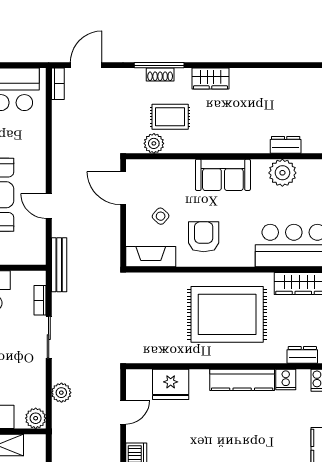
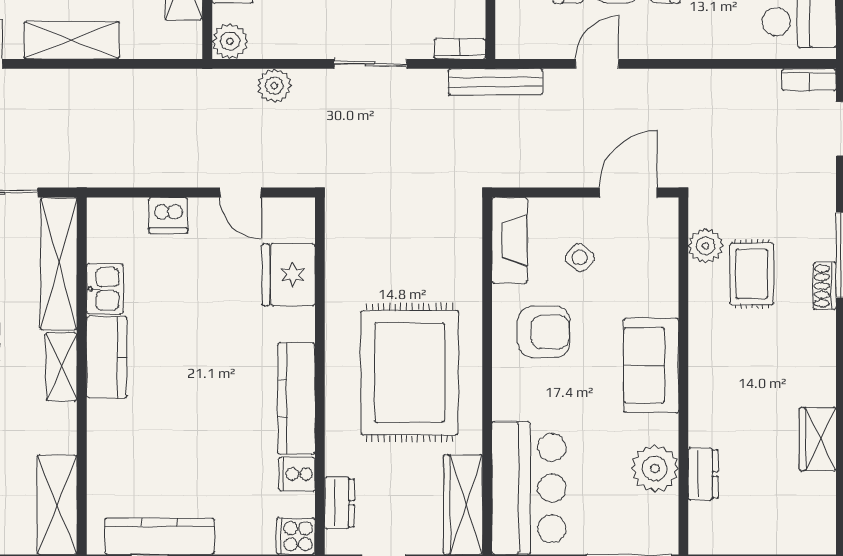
shoe rack: (160, 75) -> (825, 286), moved
wardrobe: (210, 79) -> (818, 439), moved
bookcase: (40, 300) -> (460, 49), moved

